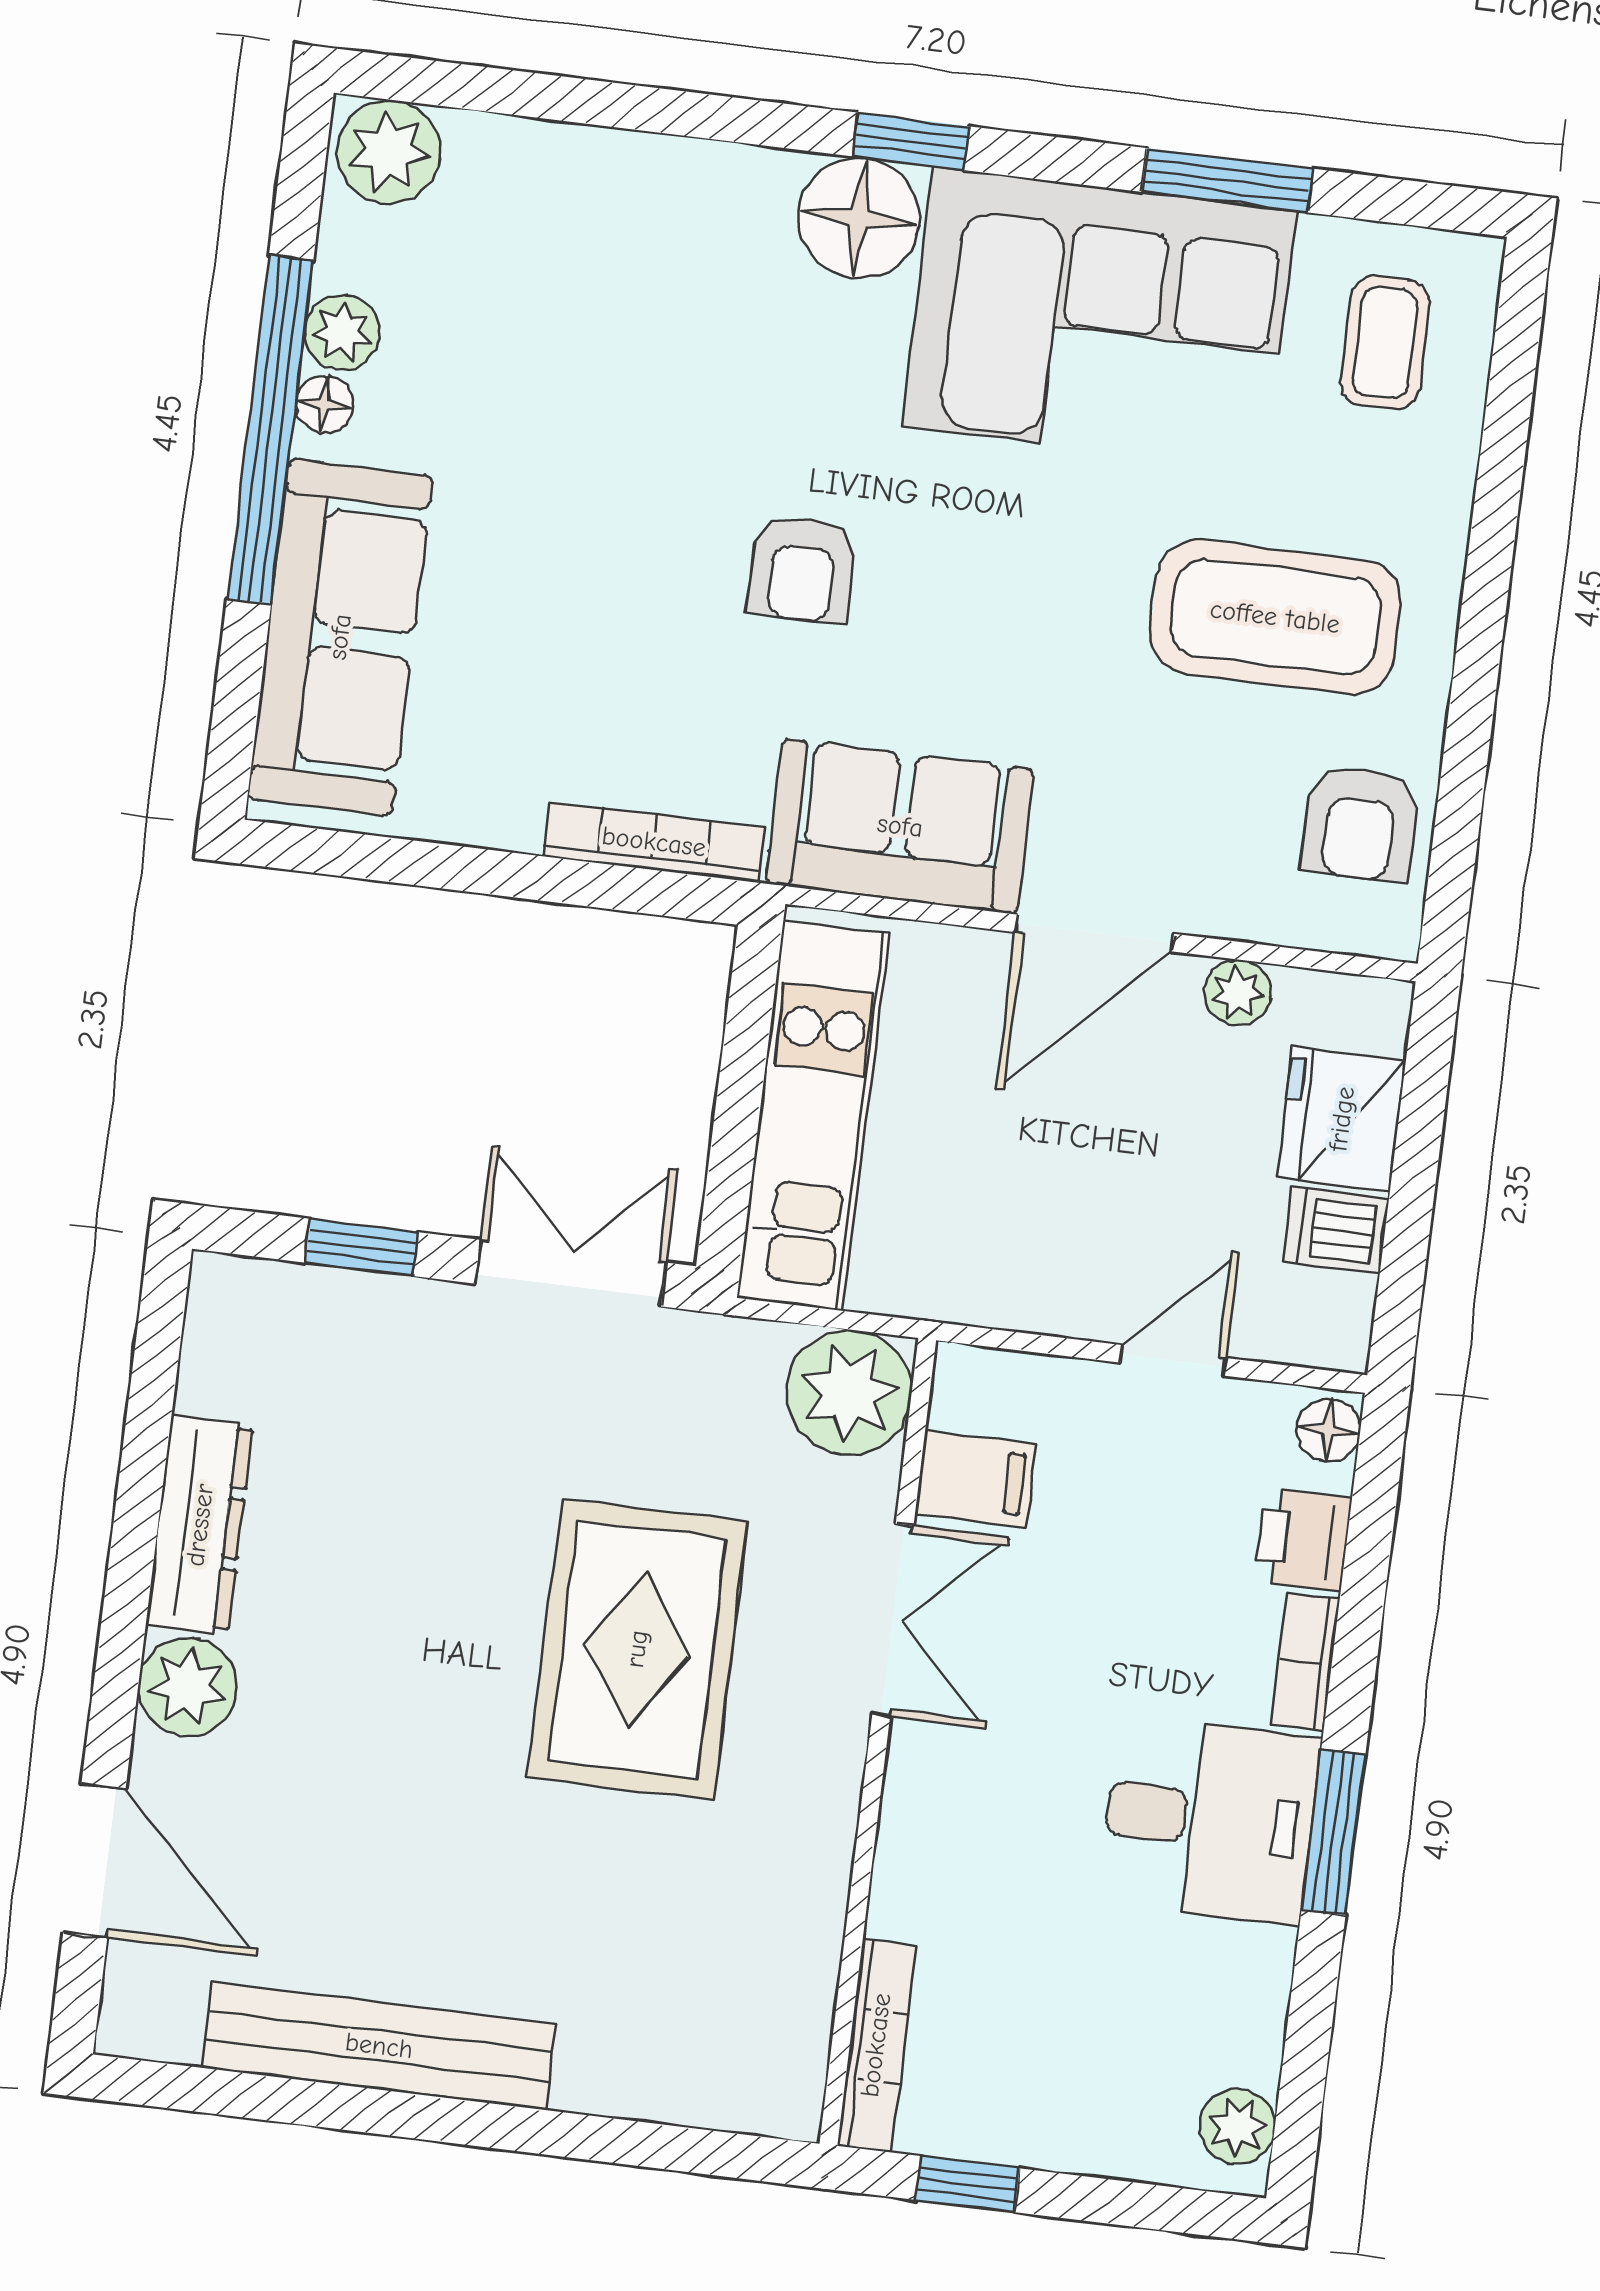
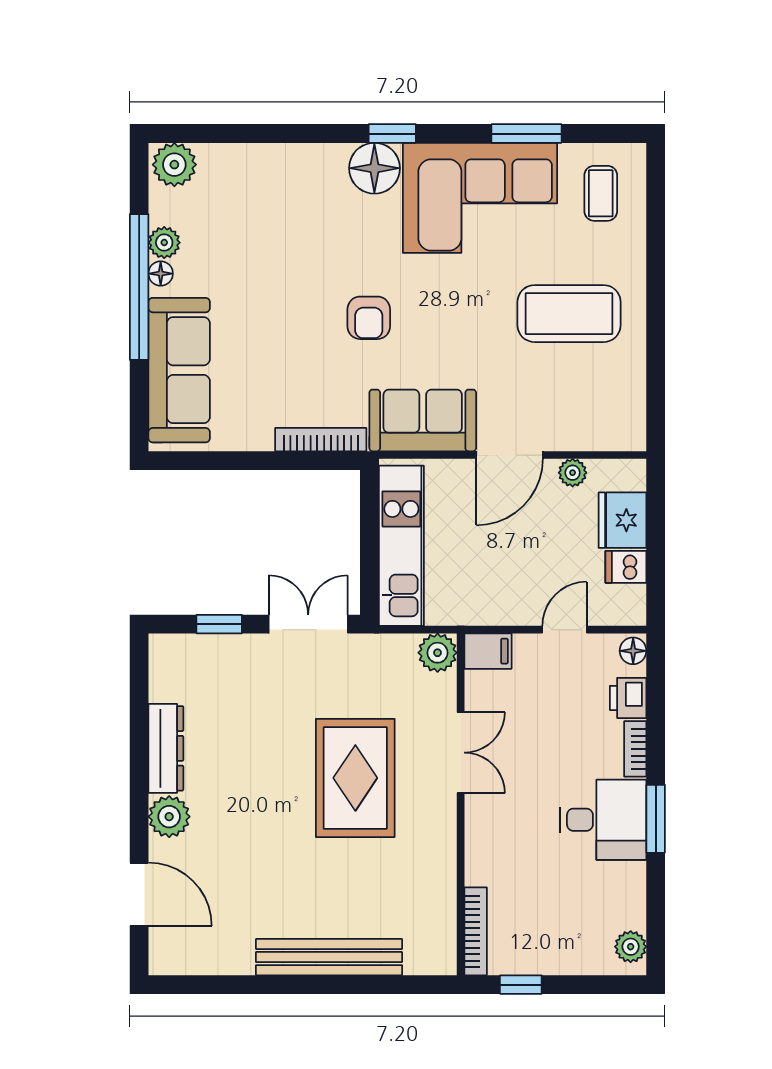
armchair: (1360, 823) -> (615, 396), removed
plant: (849, 1393) -> (438, 653), width x0.73, depth x0.73
filing cabinet: (976, 1479) -> (488, 651), moved
bench: (379, 2046) -> (329, 957), moved

